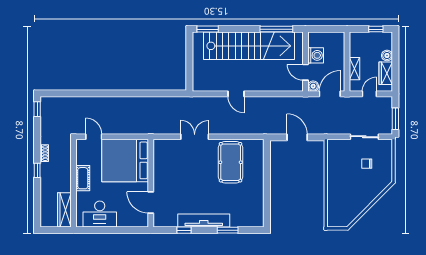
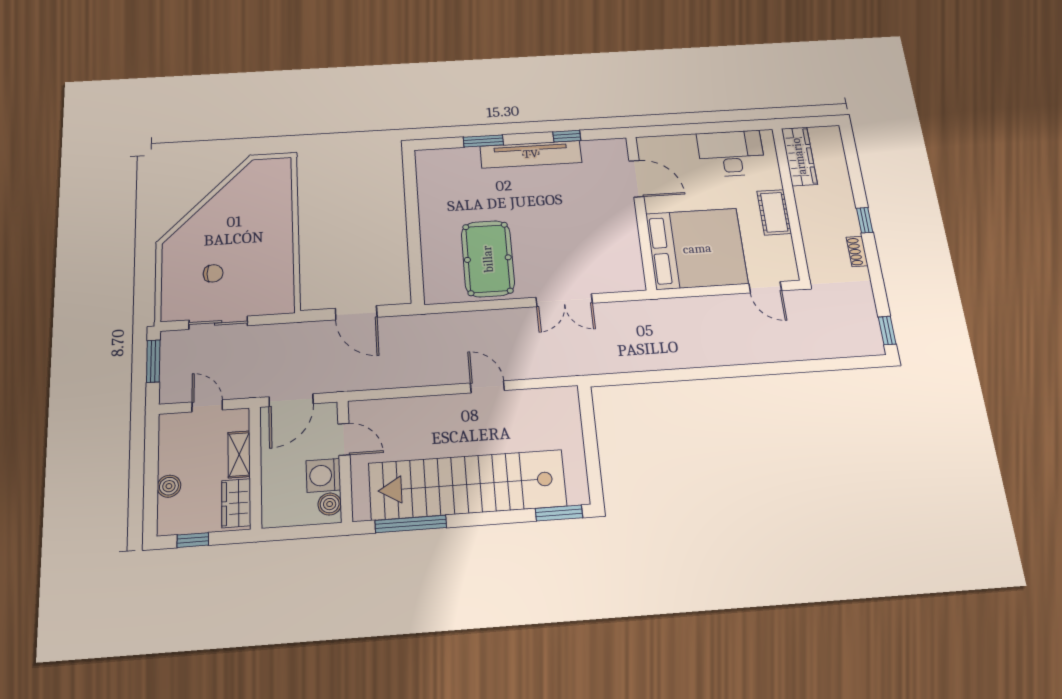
wardrobe: (386, 73) -> (236, 503), moved, turned 180
boiler: (313, 86) -> (330, 504), moved
door: (369, 94) -> (207, 406), swing flipped

